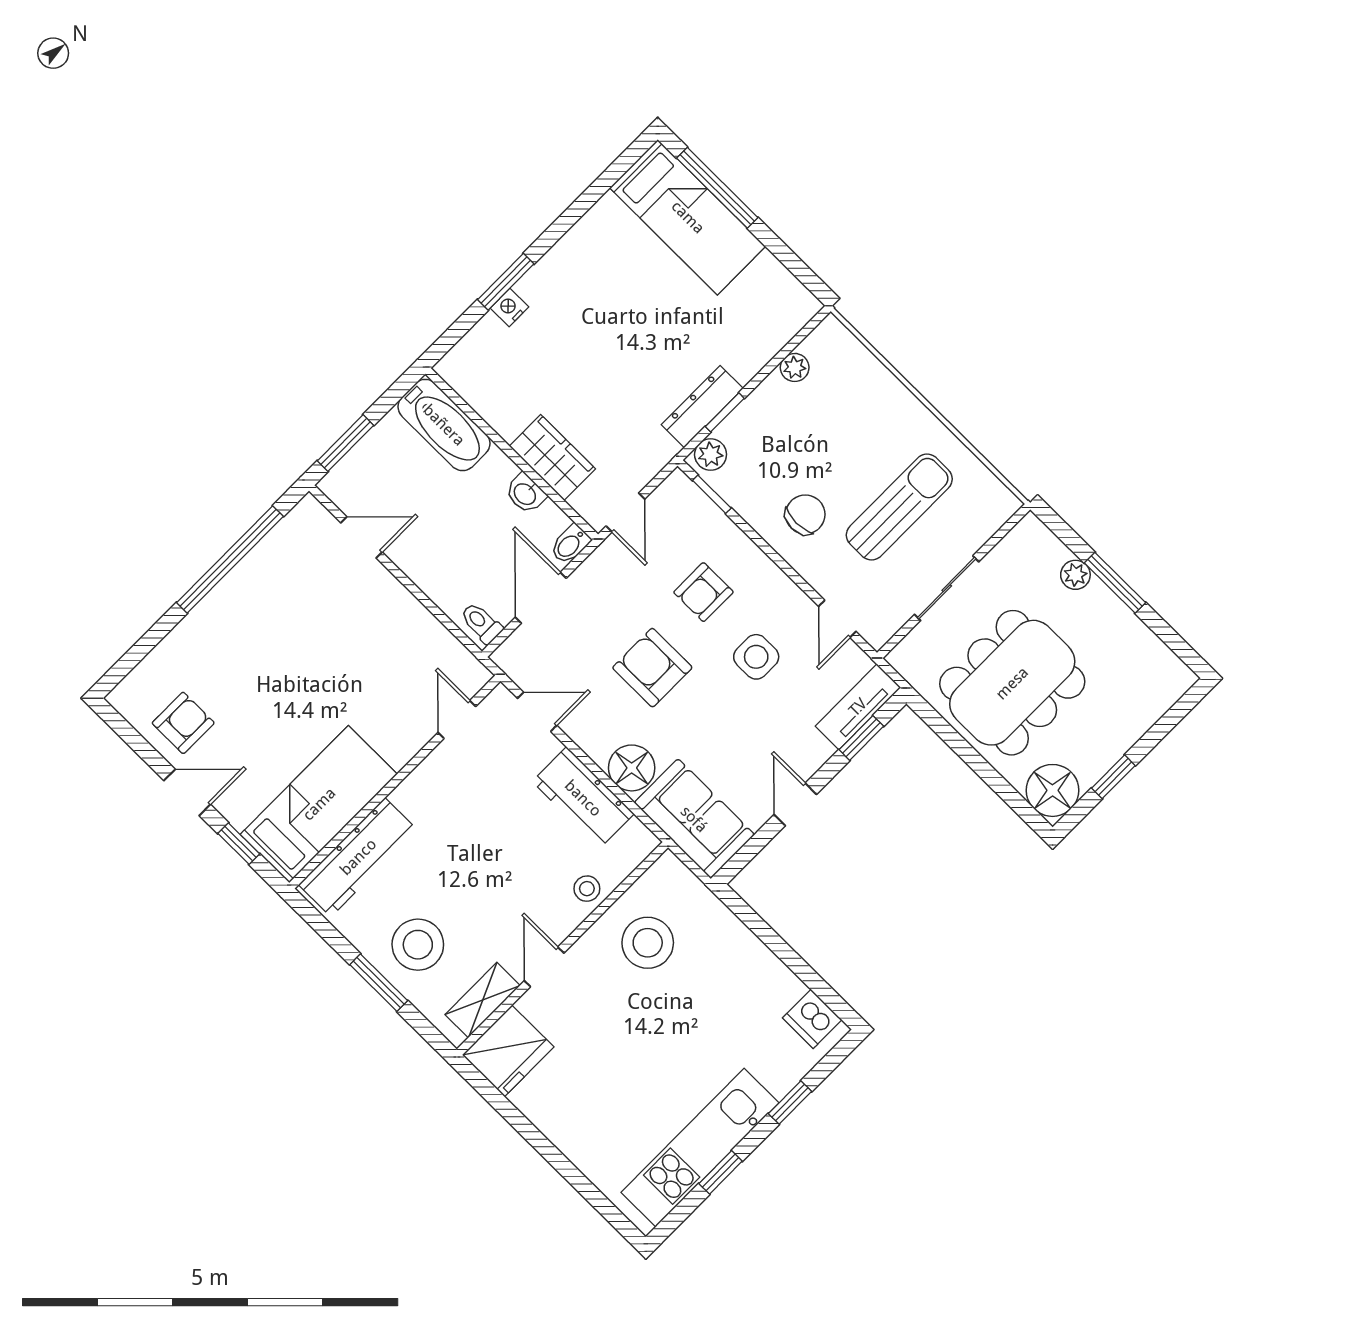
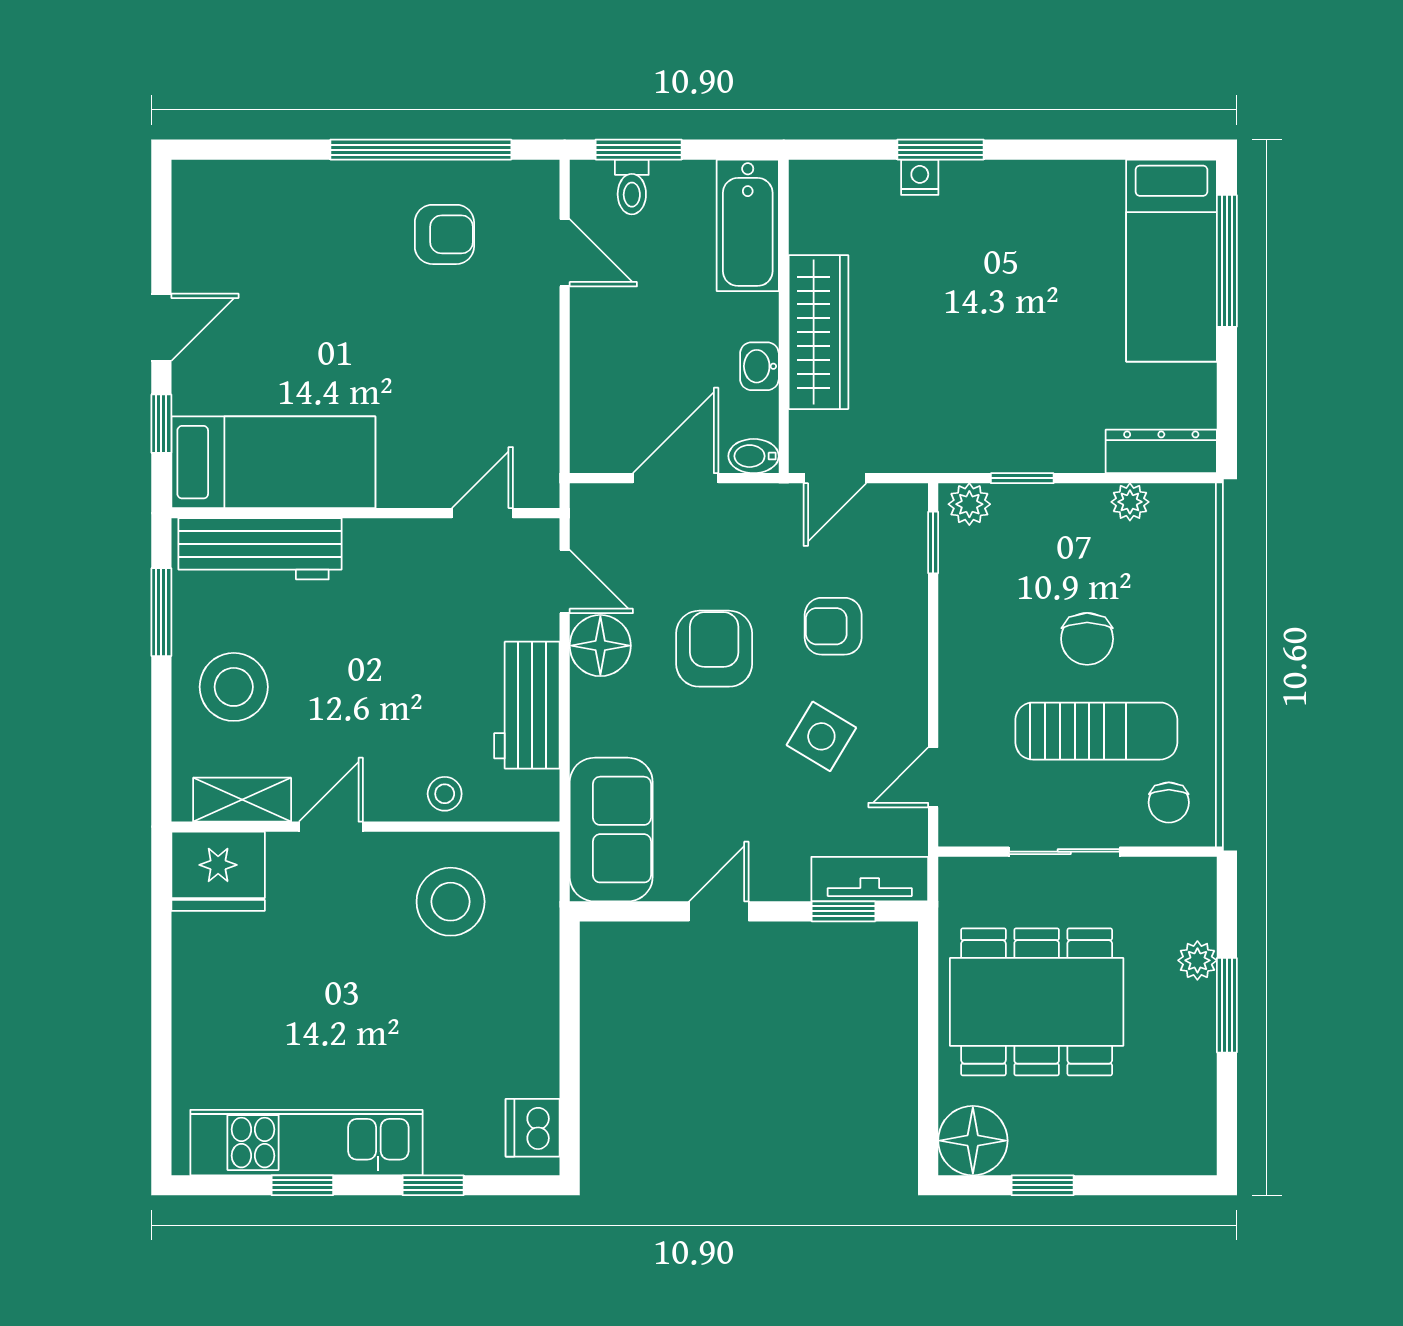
dresser: (702, 407) -> (1161, 451), moved
wardrobe: (552, 457) -> (819, 332), width x1.50
chair: (976, 506) -> (1169, 803), added
chair: (805, 514) -> (1087, 639), moved, turned 90
toilet: (481, 623) -> (632, 187), moved, turned 180
side table: (756, 657) -> (821, 736), turned 31
armchair: (183, 723) -> (444, 234), moved
floor lamp: (632, 768) -> (600, 646), moved
door: (187, 792) -> (161, 327), hinge flipped
window: (379, 983) -> (161, 612), moved

